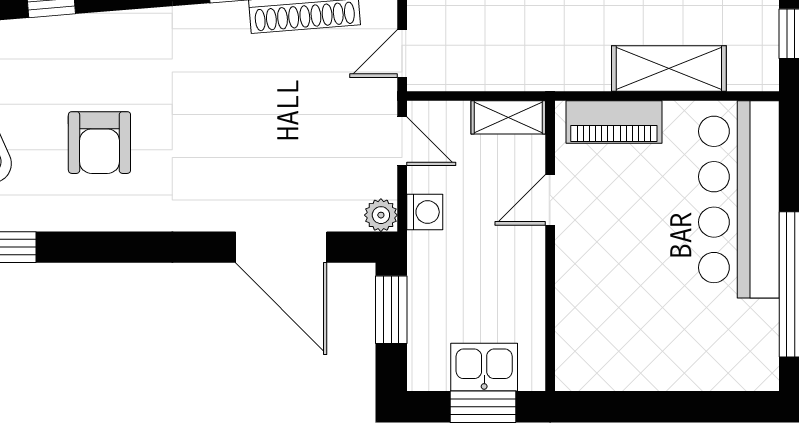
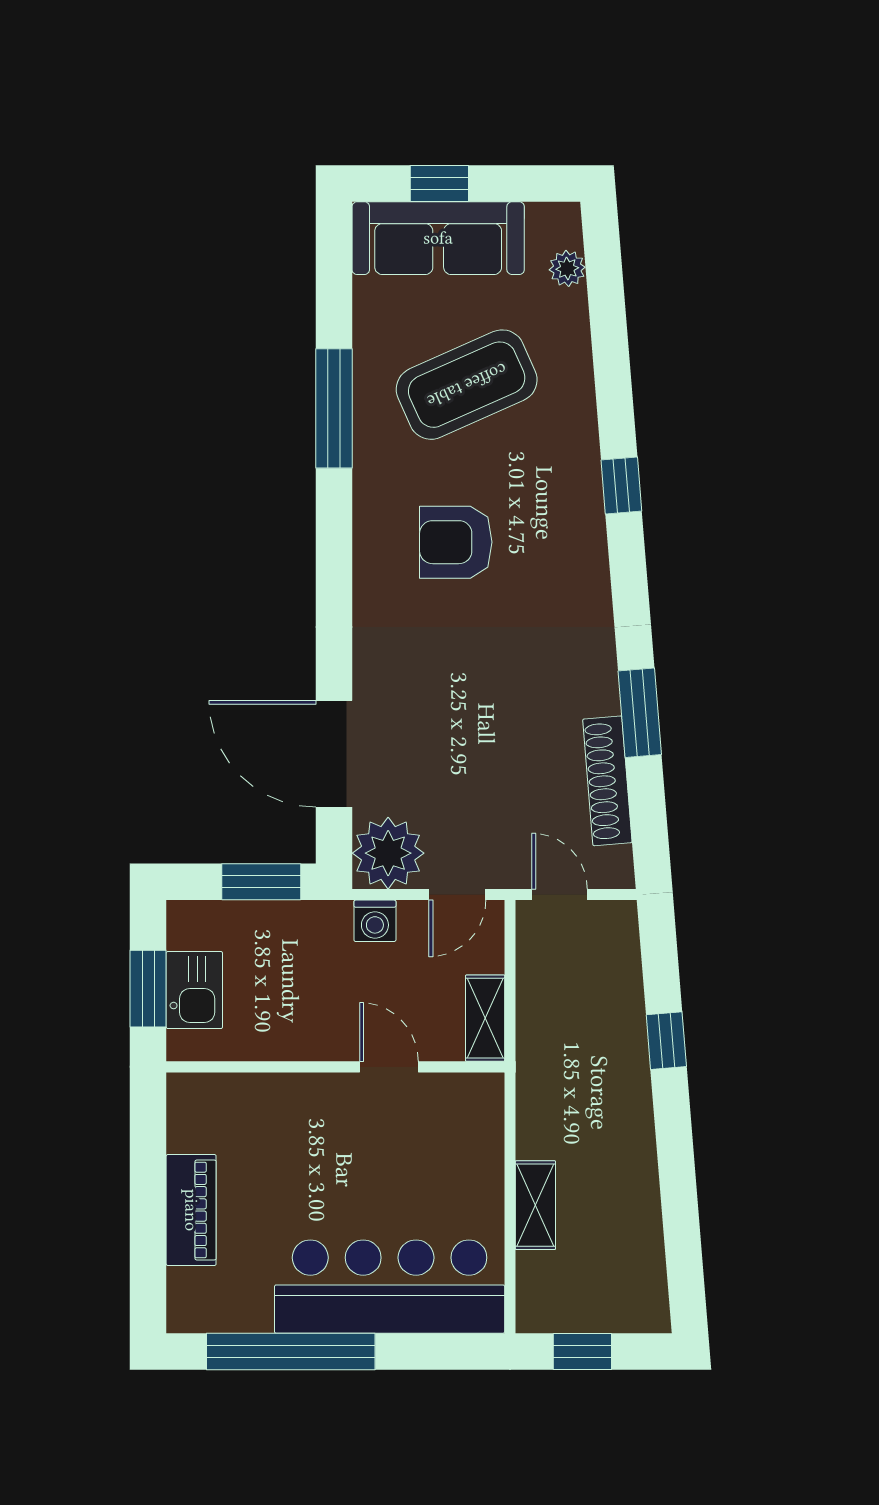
shelving: (669, 68) -> (535, 1205), width x0.67, depth x0.75
piano: (614, 122) -> (191, 1210), moved, turned 180
plant: (381, 215) -> (388, 853), width x1.88, depth x1.88
door: (281, 247) -> (334, 754), hinge flipped

